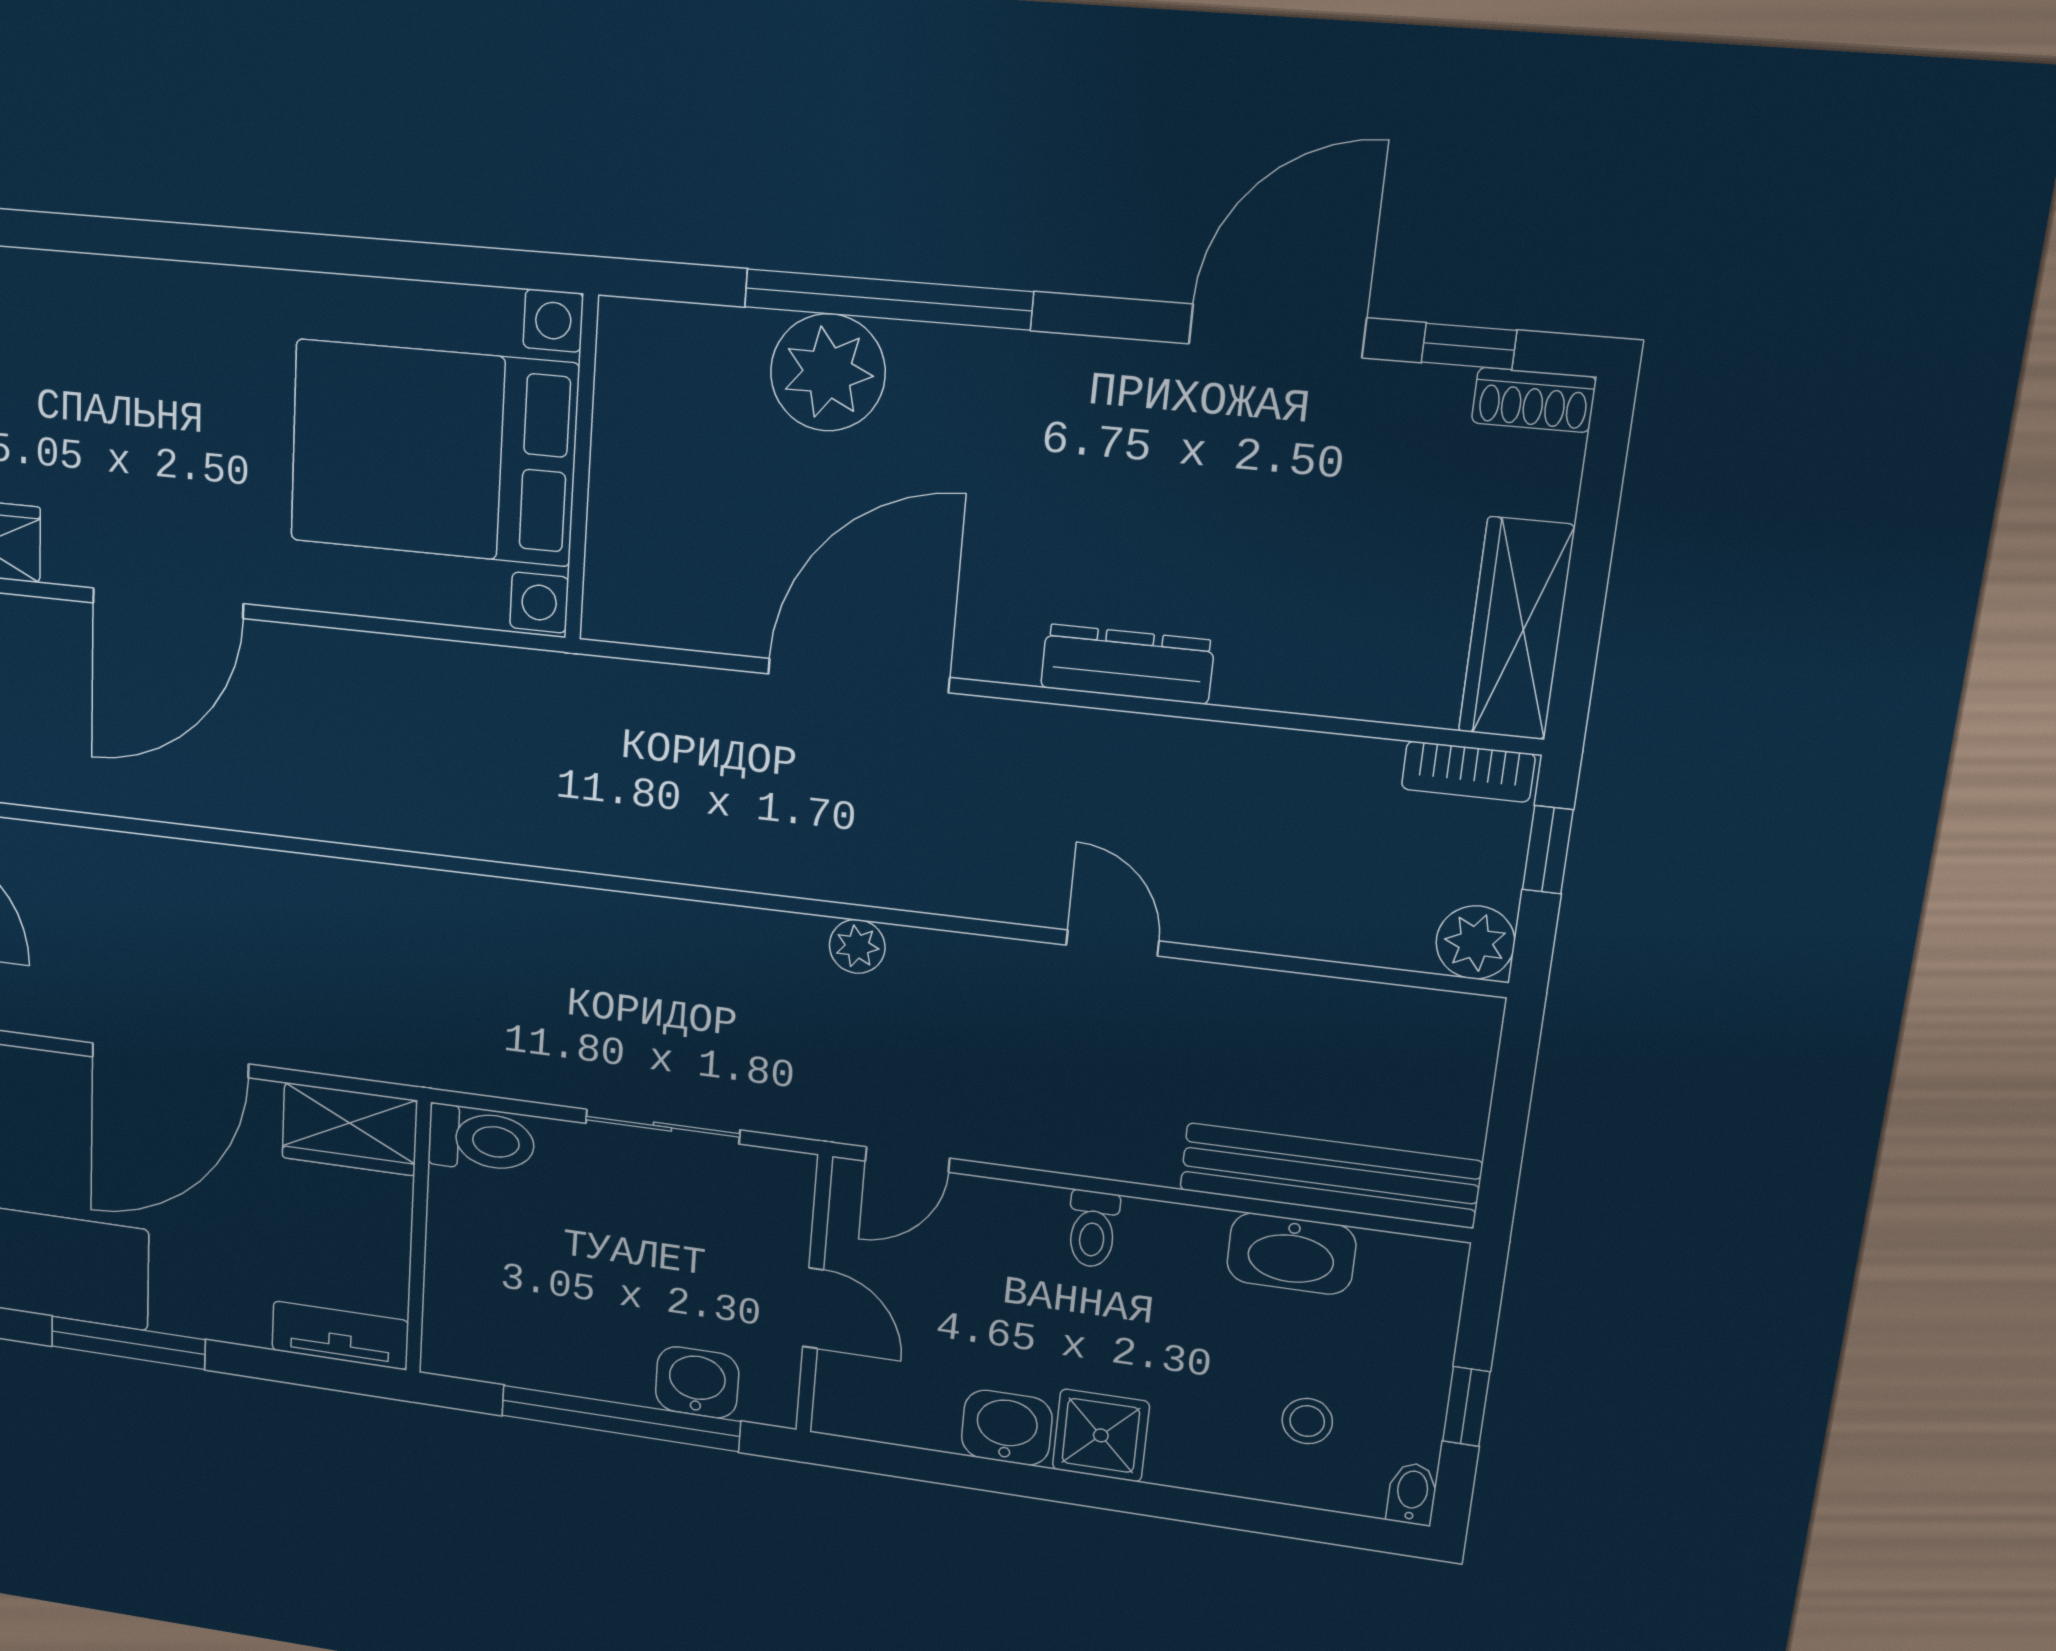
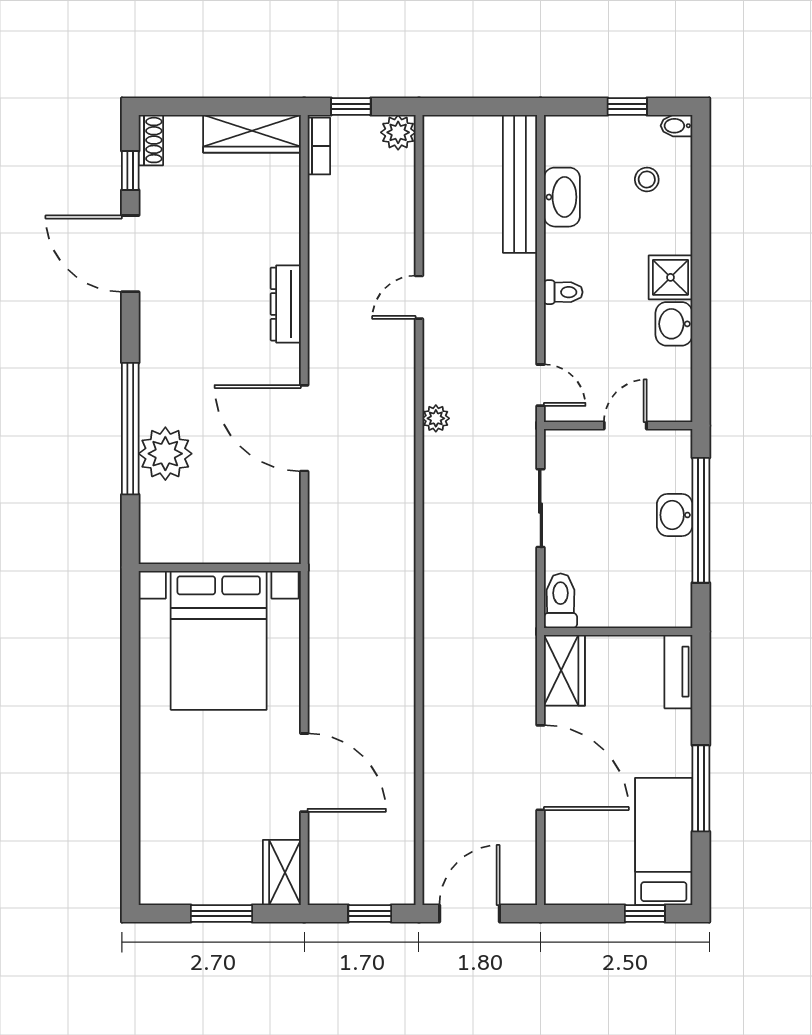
washbasin: (697, 1382) -> (675, 515), moved

